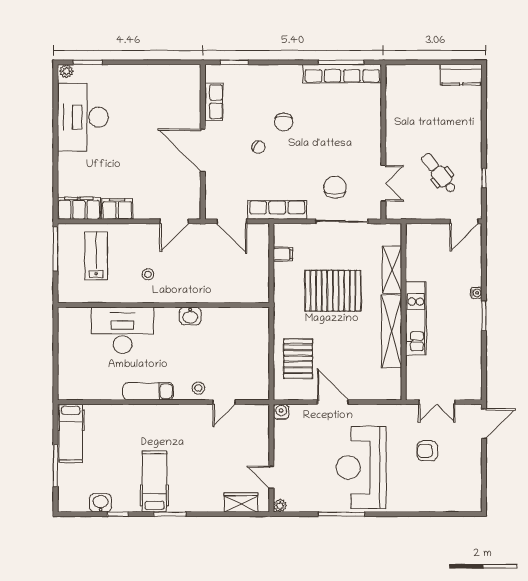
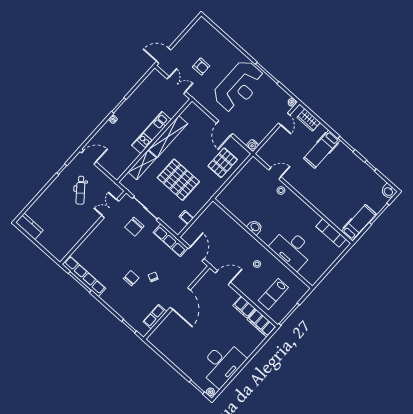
exam couch: (148, 391) -> (331, 233), moved
hospital bed: (154, 481) -> (322, 149), moved
washbasin: (101, 503) -> (389, 191), moved

